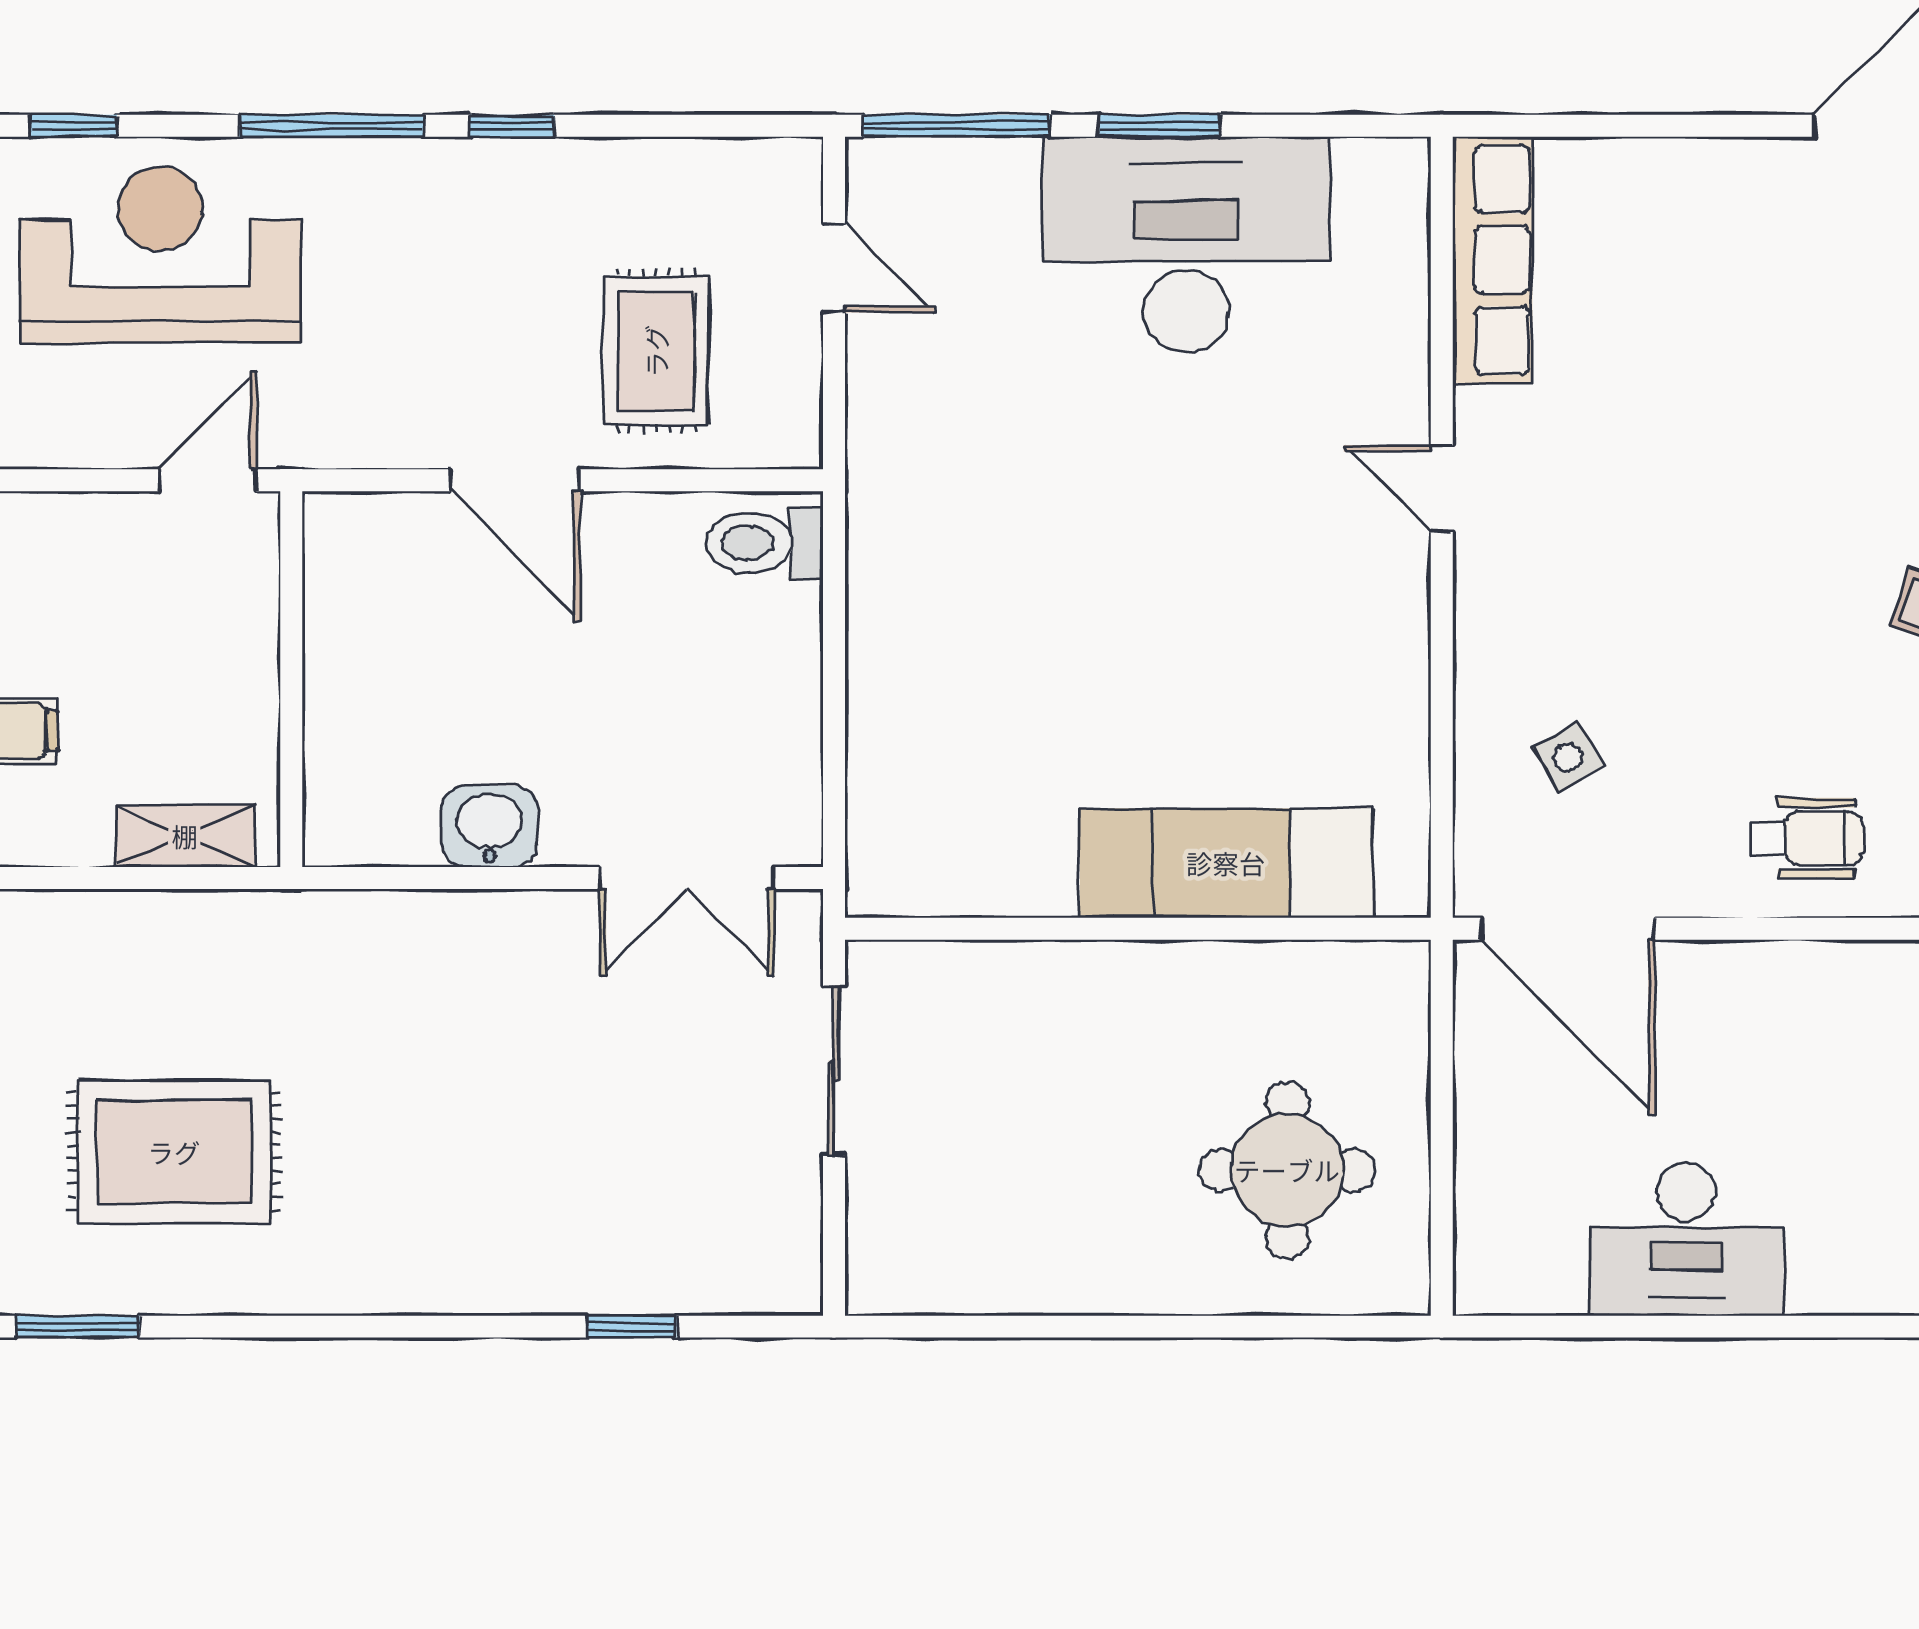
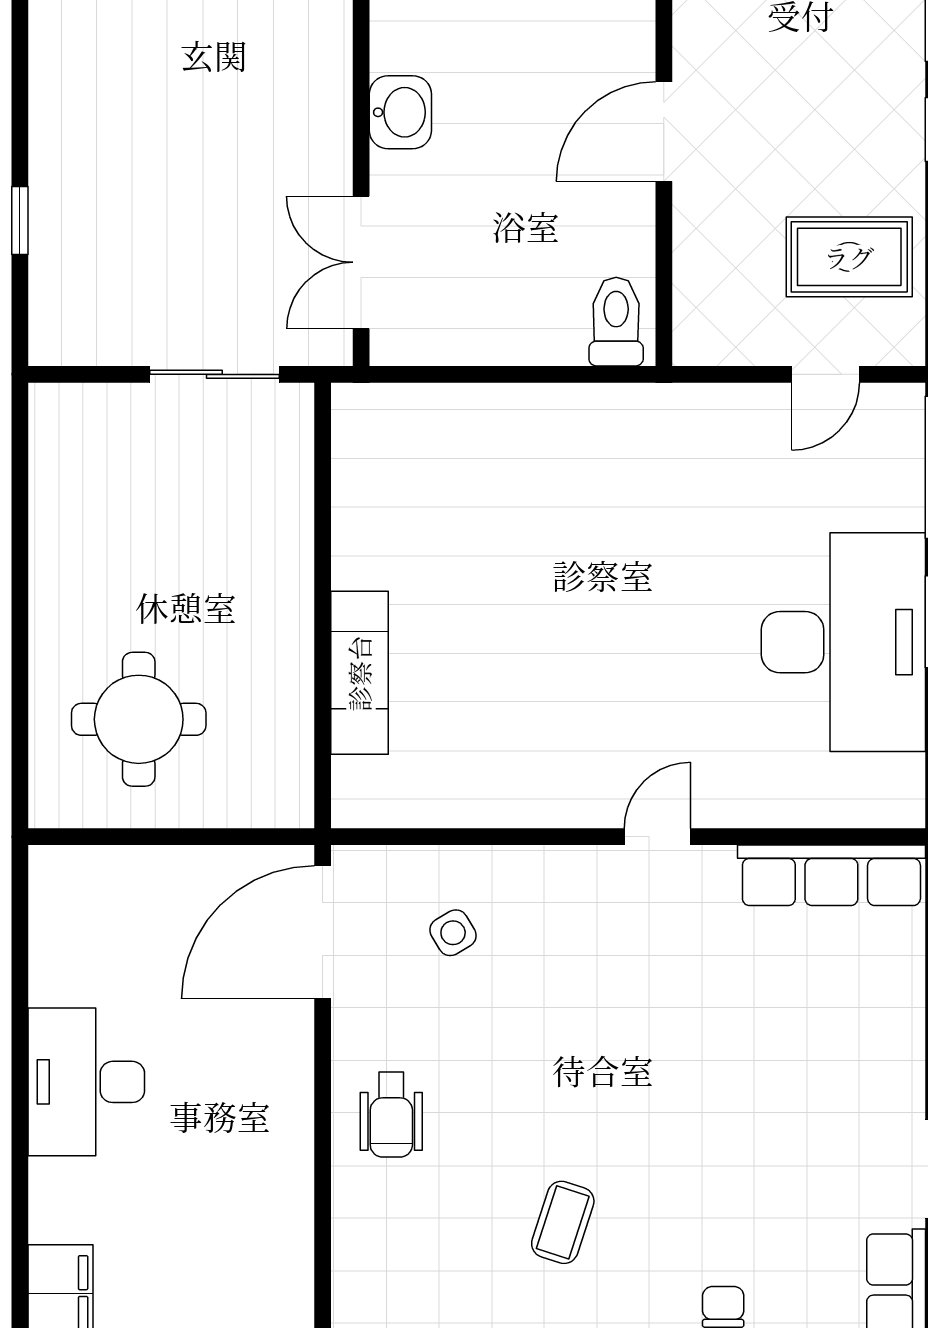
rug: (656, 351) -> (849, 257), moved
exam couch: (1226, 863) -> (359, 673), width x0.73, depth x0.69
desk: (1686, 1239) -> (86, 1082), moved

